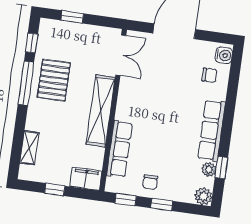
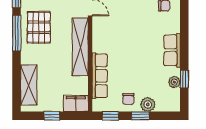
row of seats: (212, 131) -> (172, 50), width x0.68
shelving: (29, 148) -> (29, 85), width x1.50, depth x1.33
plant: (203, 196) -> (148, 104), moved

